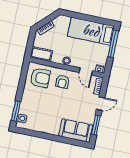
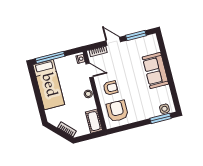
door: (86, 71) -> (90, 70), hinge flipped
sofa: (76, 131) -> (155, 71), moved

